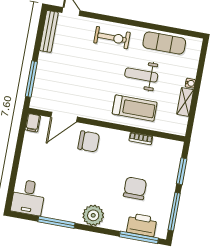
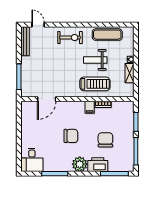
filing cabinet: (33, 123) -> (90, 107), moved
chair: (89, 141) -> (71, 136), moved
printer: (142, 225) -> (98, 165), moved

